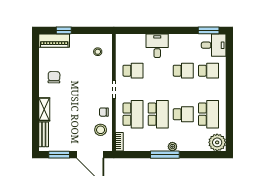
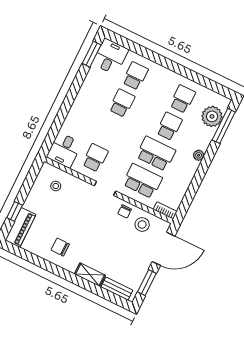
desk: (157, 46) -> (64, 150), moved, turned -90
school desk: (208, 114) -> (183, 99), width x0.54
plant: (217, 142) -> (212, 116), moved
window: (165, 155) -> (224, 126), moved

